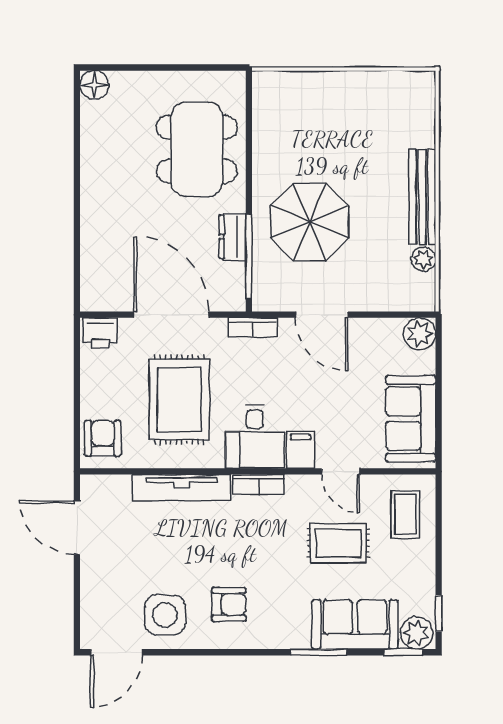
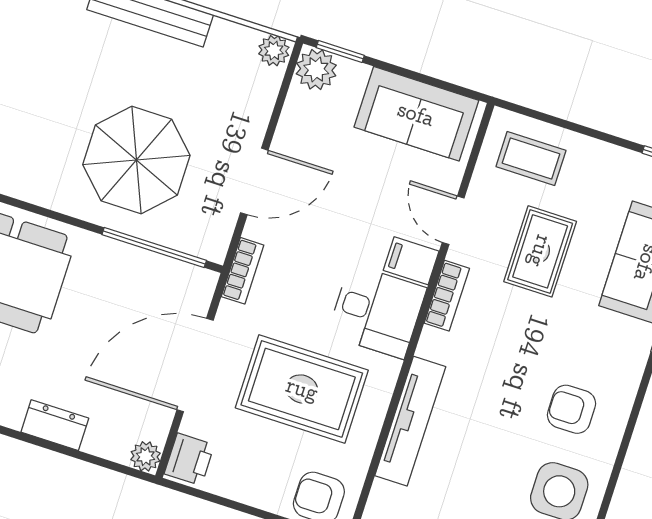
dresser: (232, 237) -> (55, 425), moved, turned 180
plant: (423, 259) -> (274, 51), moved
plant: (92, 300) -> (146, 456), added
window: (439, 347) -> (340, 51), added
door: (341, 471) -> (453, 220), swing flipped
bookcase: (258, 485) -> (447, 296), moved
armchair: (229, 604) -> (572, 409), turned -90

